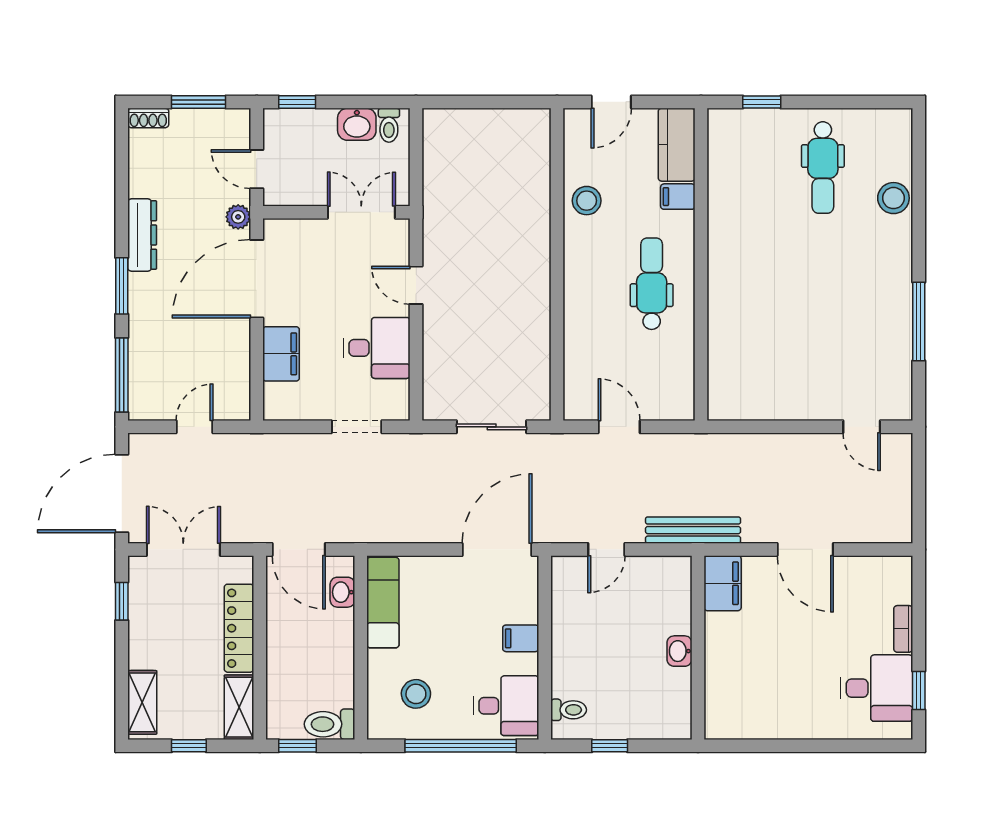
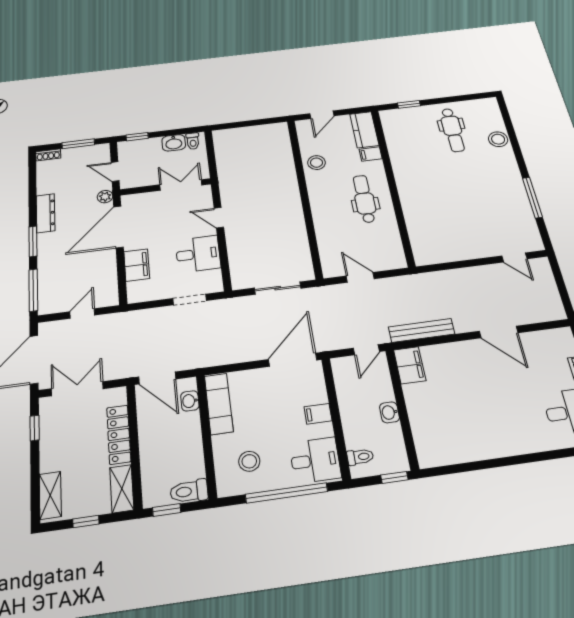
filing cabinet: (723, 583) -> (410, 365), moved
wall: (698, 648) -> (402, 408), moved
washbasin: (679, 651) -> (389, 412), moved

